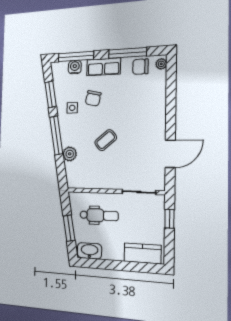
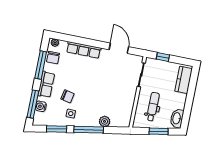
row of seats: (159, 105) -> (84, 50), added
coffee table: (106, 140) -> (100, 92), removed

